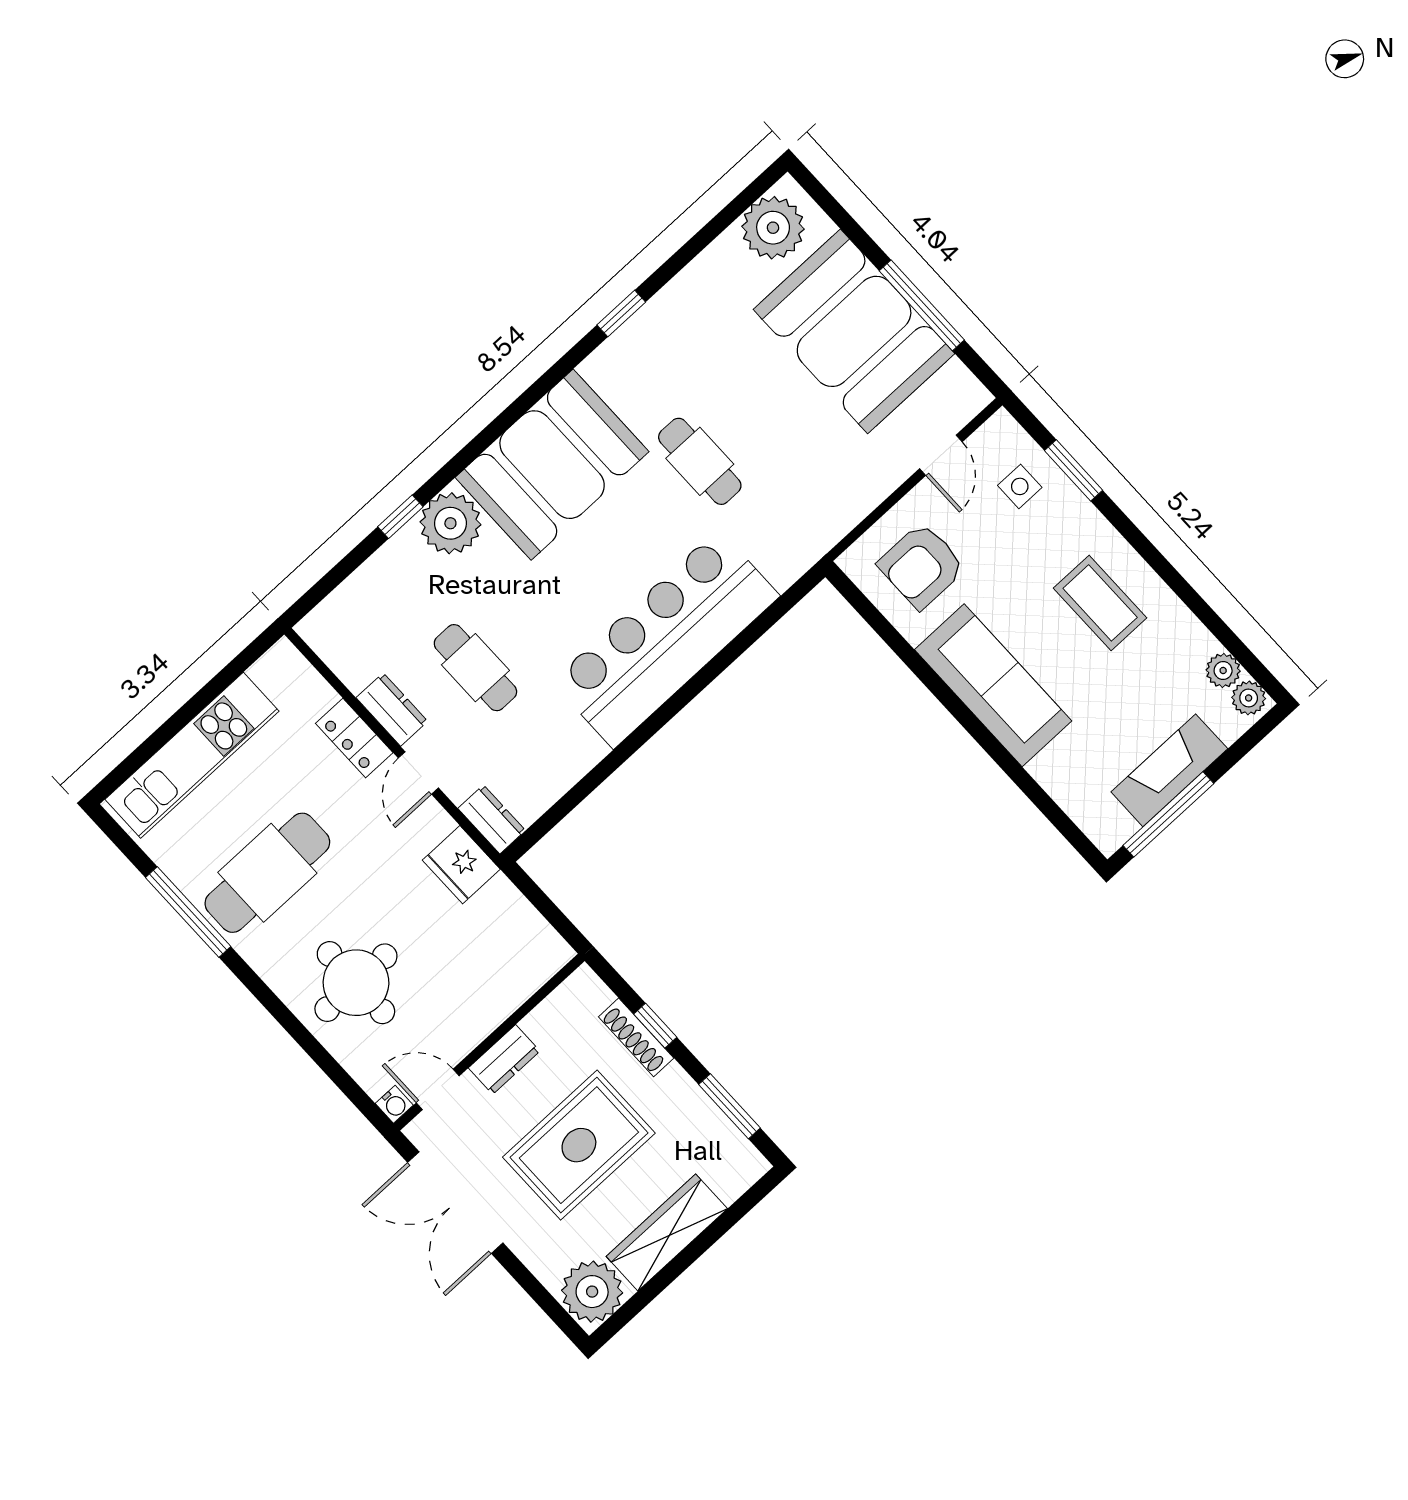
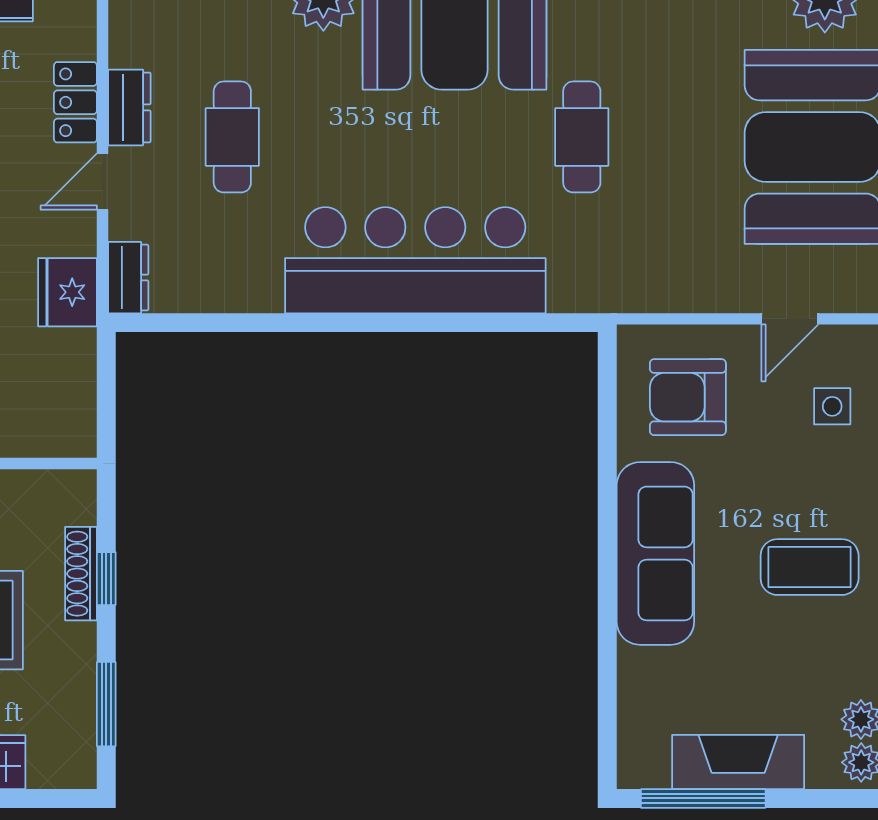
coffee table: (1100, 603) -> (810, 567), turned 90

